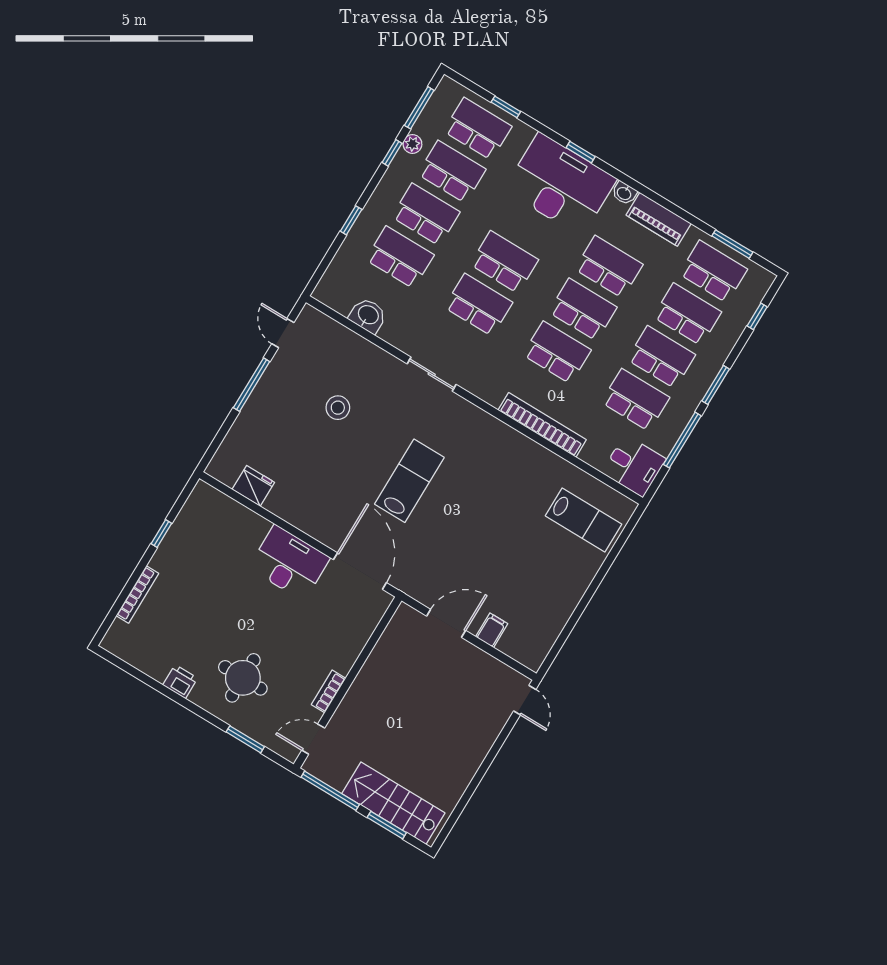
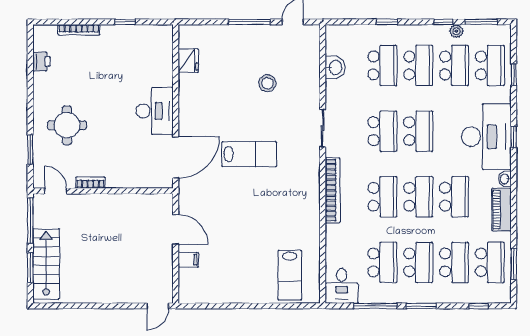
bookcase: (542, 425) -> (333, 190), moved
printer: (180, 682) -> (41, 62), moved

